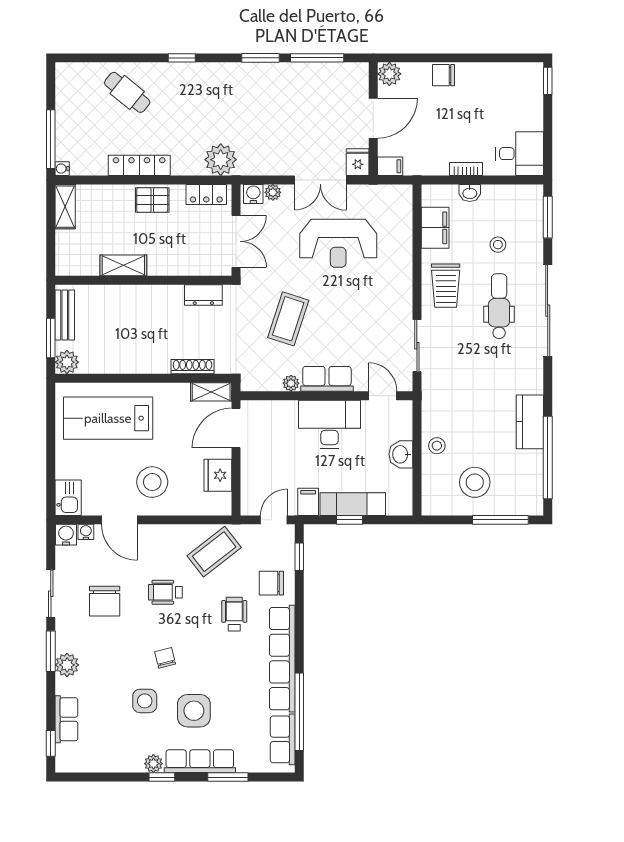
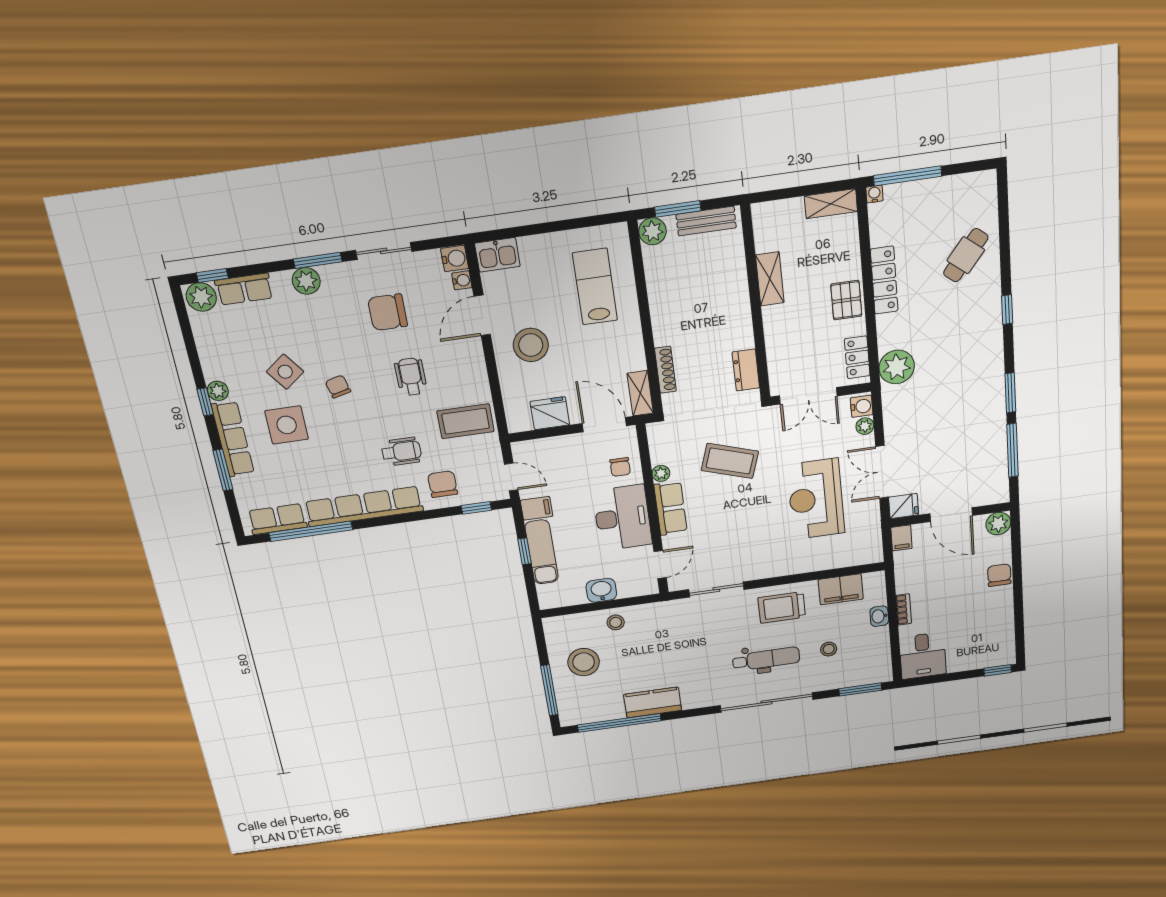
lab bench: (108, 418) -> (595, 287), width x0.73, depth x0.72
chair: (279, 419) -> (620, 467), added
coffee table: (214, 552) -> (466, 421), turned -52
chair: (165, 658) -> (338, 387), turned -90
side table: (145, 701) -> (285, 372), turned -37
plant: (68, 757) -> (201, 297), added

